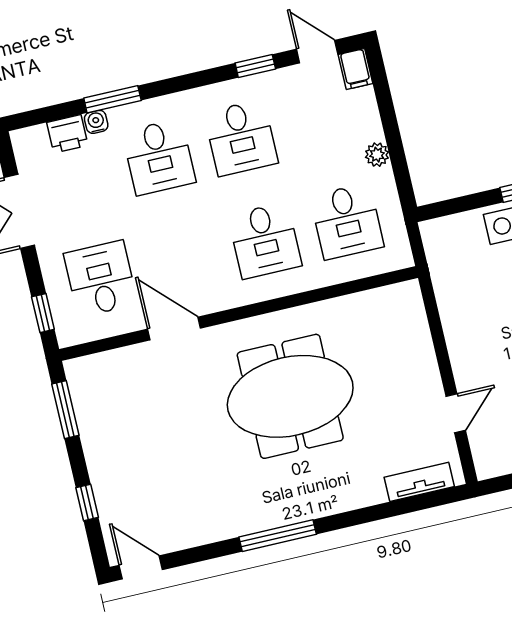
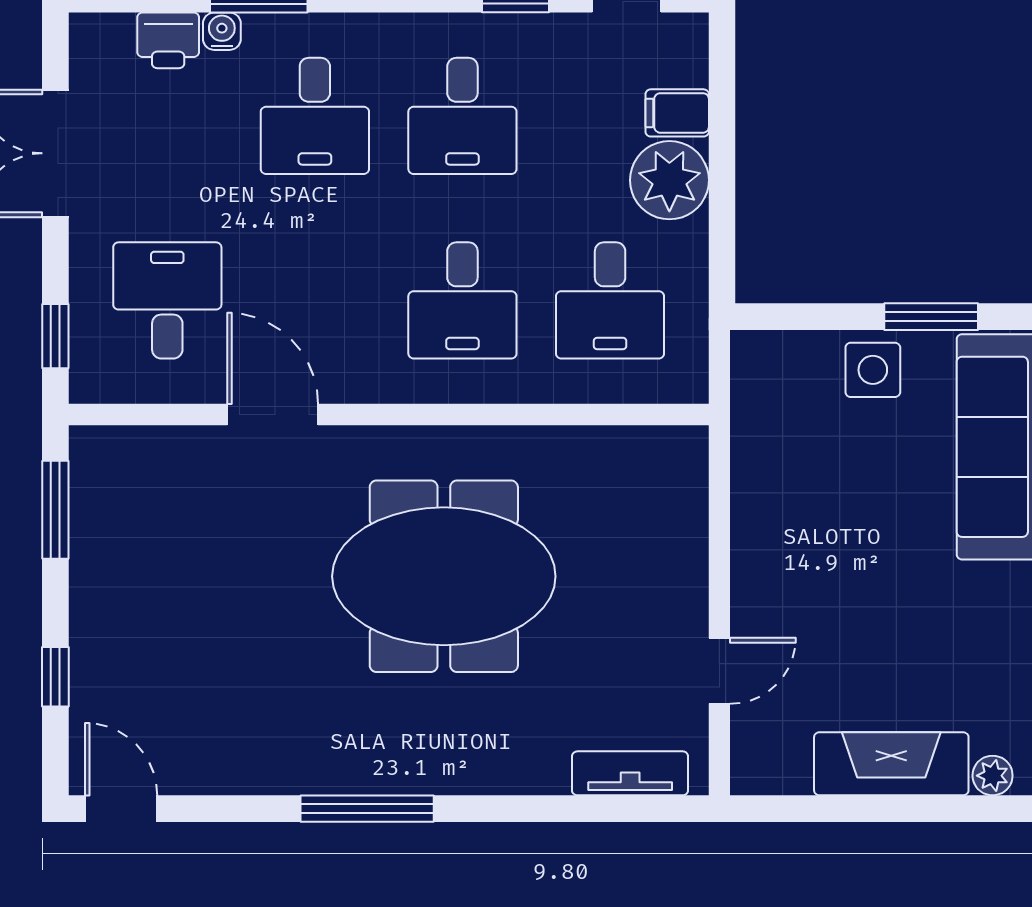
filing cabinet: (355, 69) -> (677, 113), moved, turned 90
plant: (377, 155) -> (669, 180), width x1.88, depth x1.88

